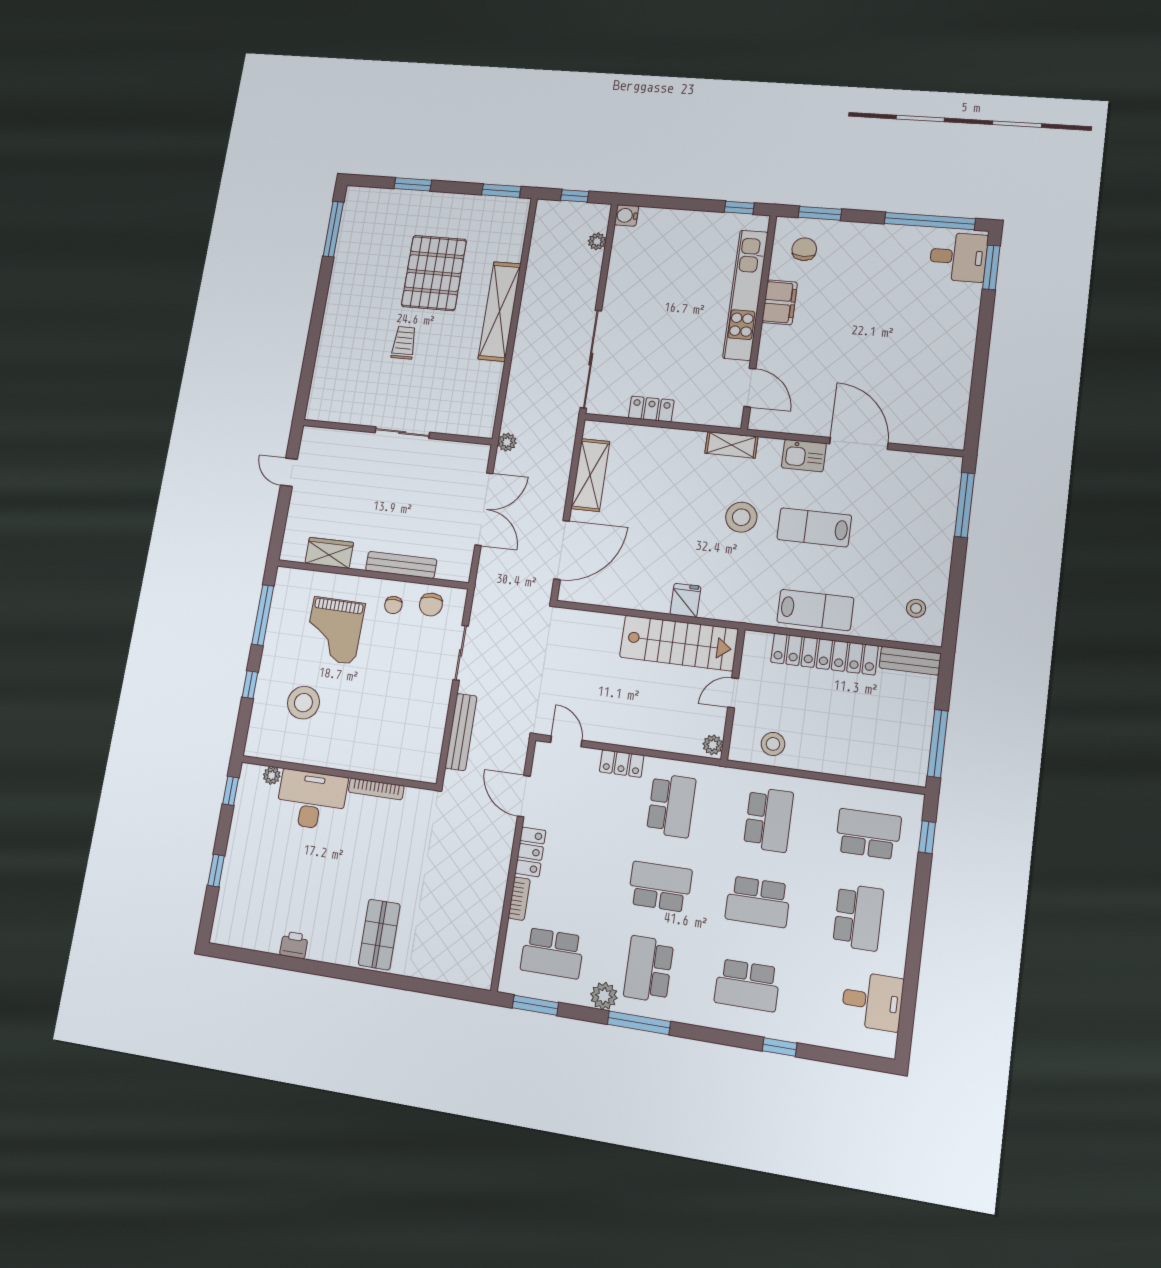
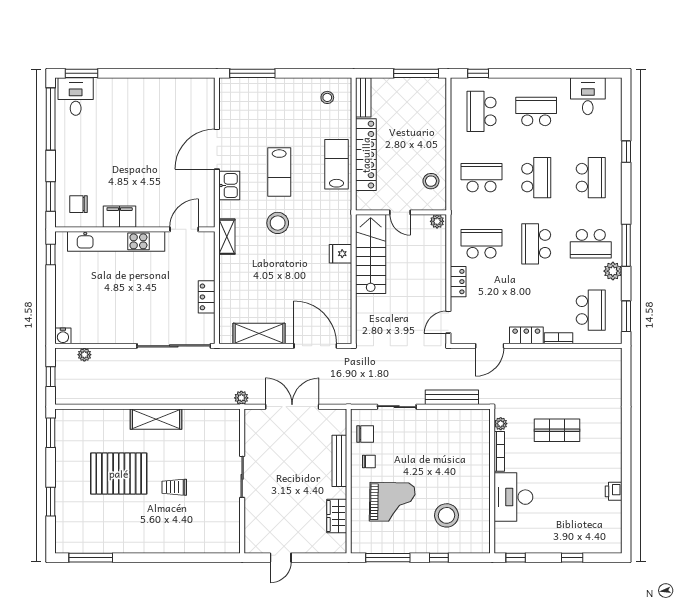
shelving: (499, 311) -> (156, 419), width x0.68
plant: (272, 775) -> (501, 424), moved
shop shelf: (379, 935) -> (557, 430), moved

